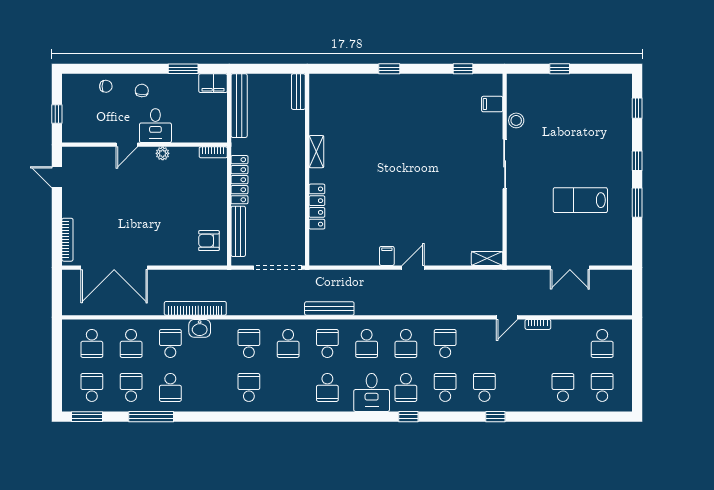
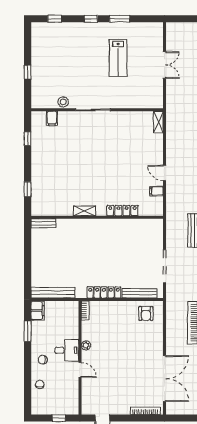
bench: (298, 92) -> (43, 223), moved
shelving: (316, 152) -> (85, 211), moved
wall: (307, 170) -> (97, 217), moved
locker: (317, 207) -> (122, 211), moved

